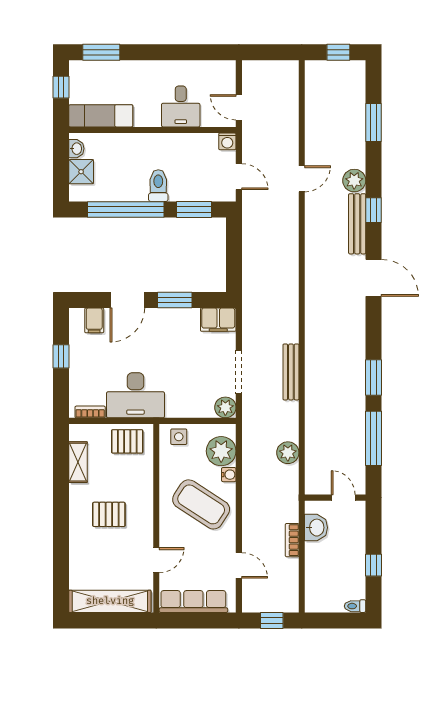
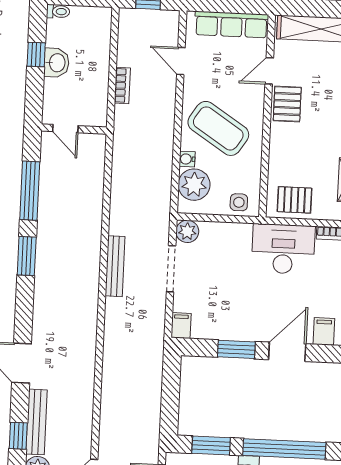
filing cabinet: (218, 320) -> (181, 326), width x0.50
plant: (288, 453) -> (123, 180), removed
pallet: (109, 514) -> (287, 104), moved, turned 90
washbasin: (316, 528) -> (56, 63), moved, turned 180

